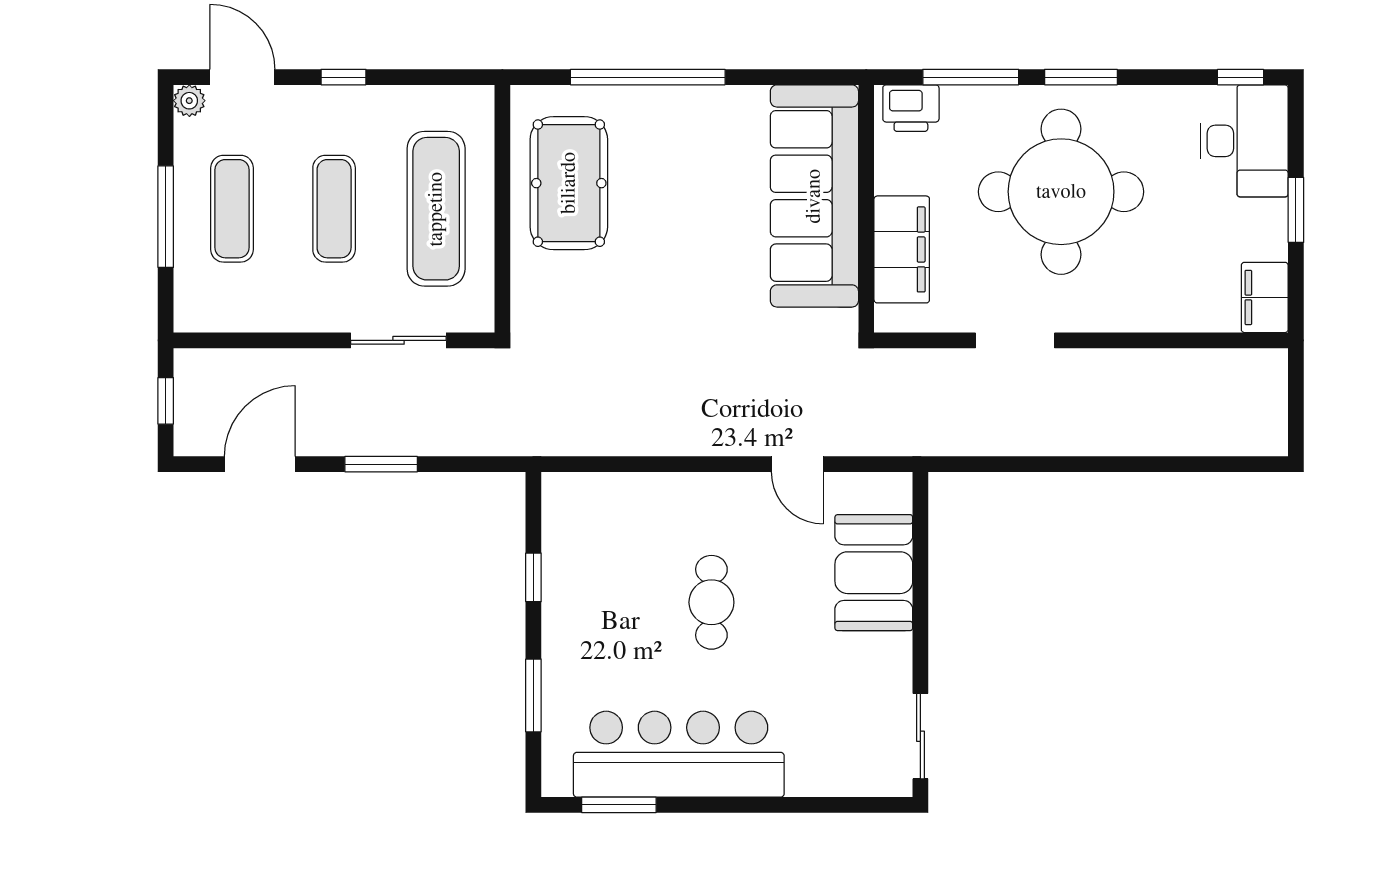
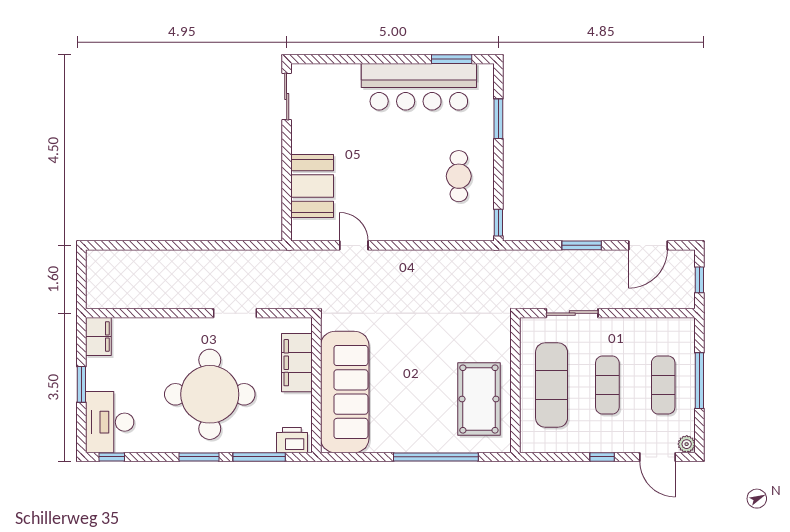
window: (533, 577) -> (498, 223), moved
cafe table: (711, 602) -> (459, 176), moved

